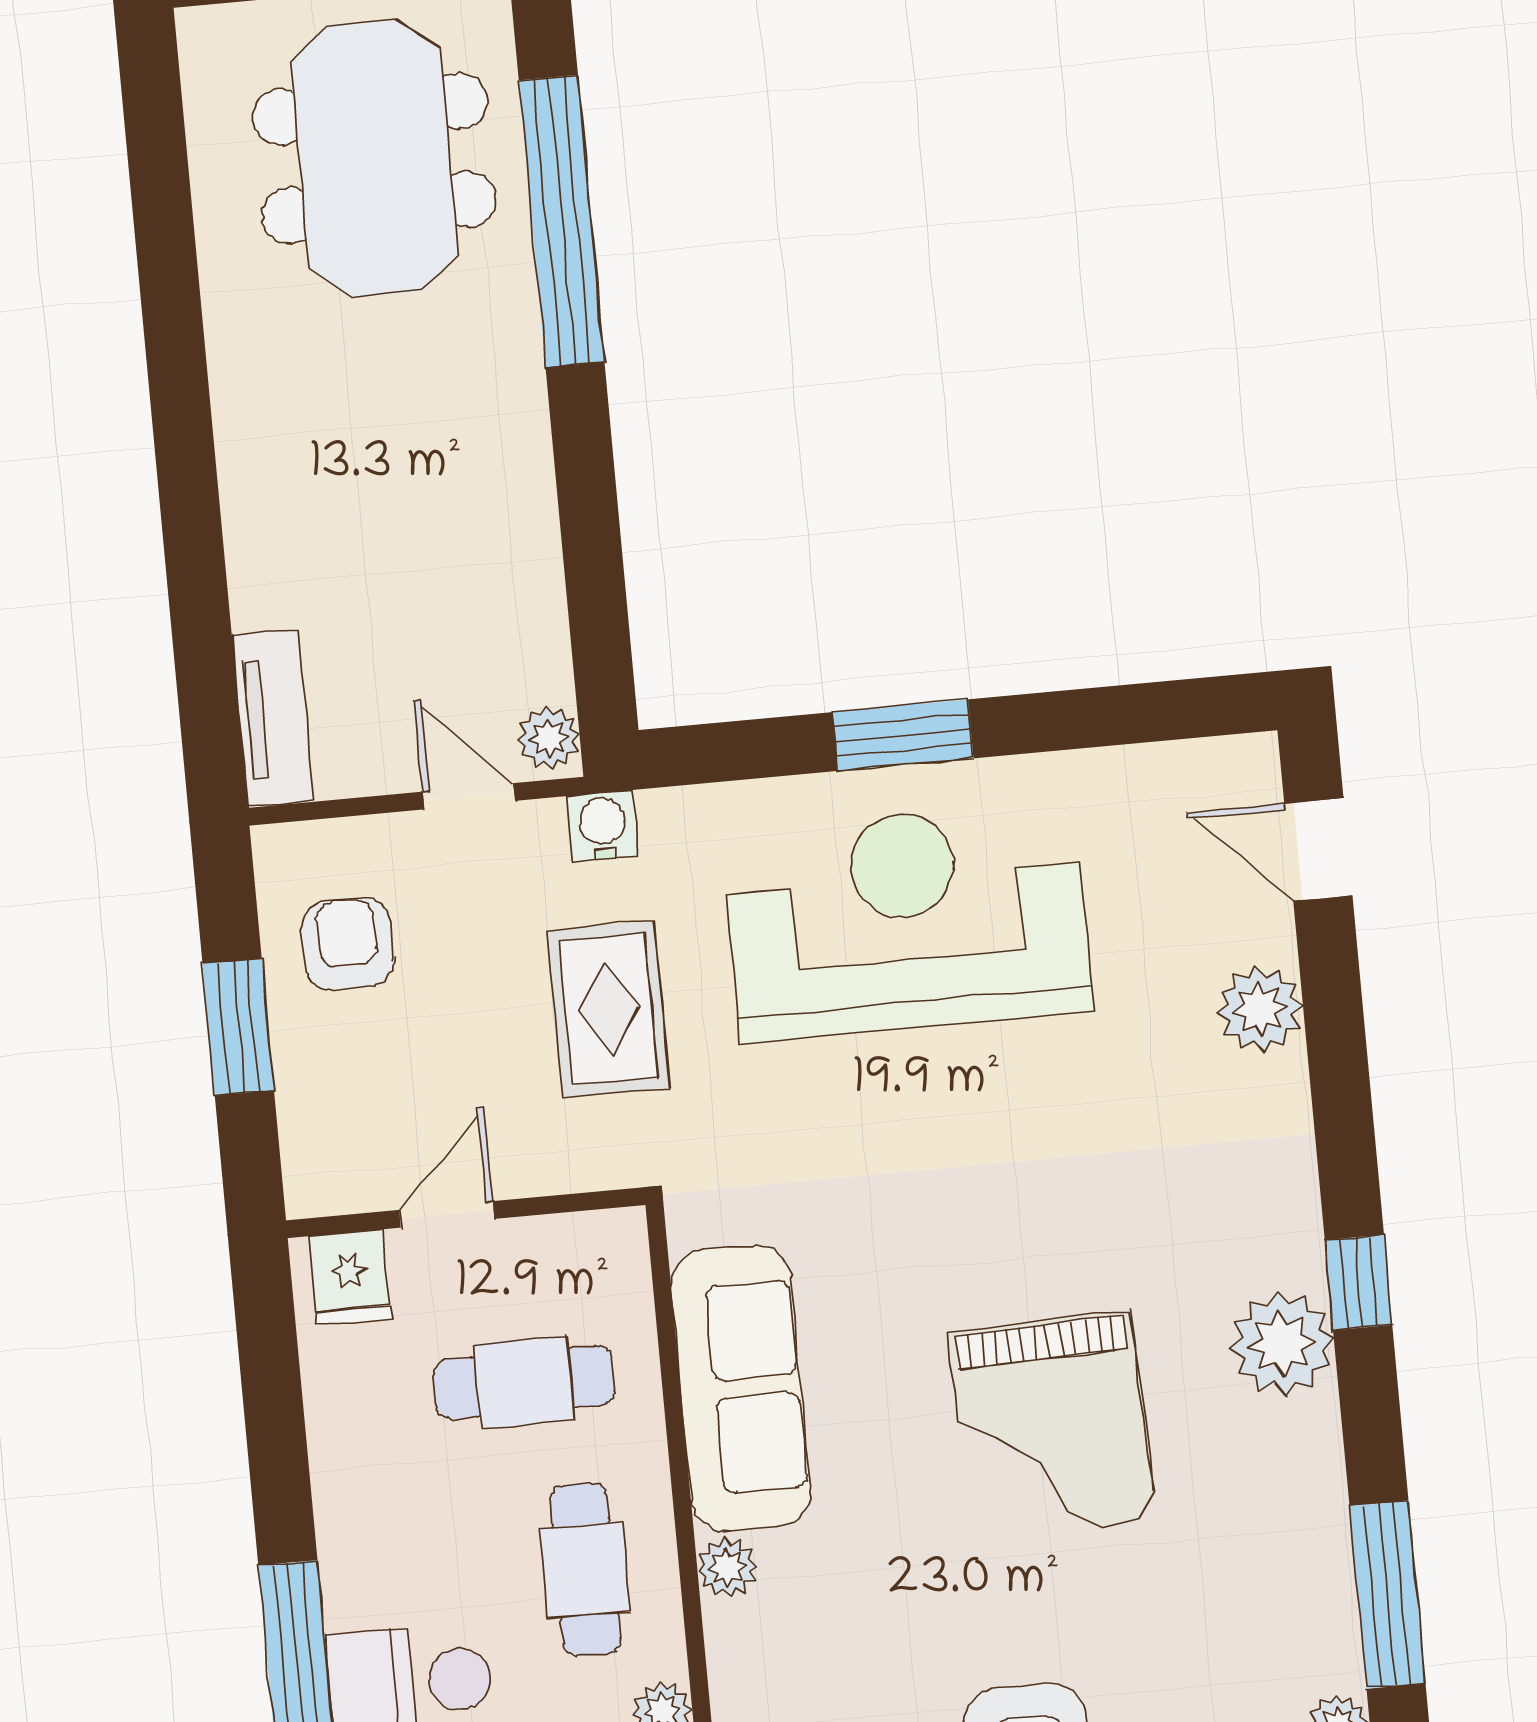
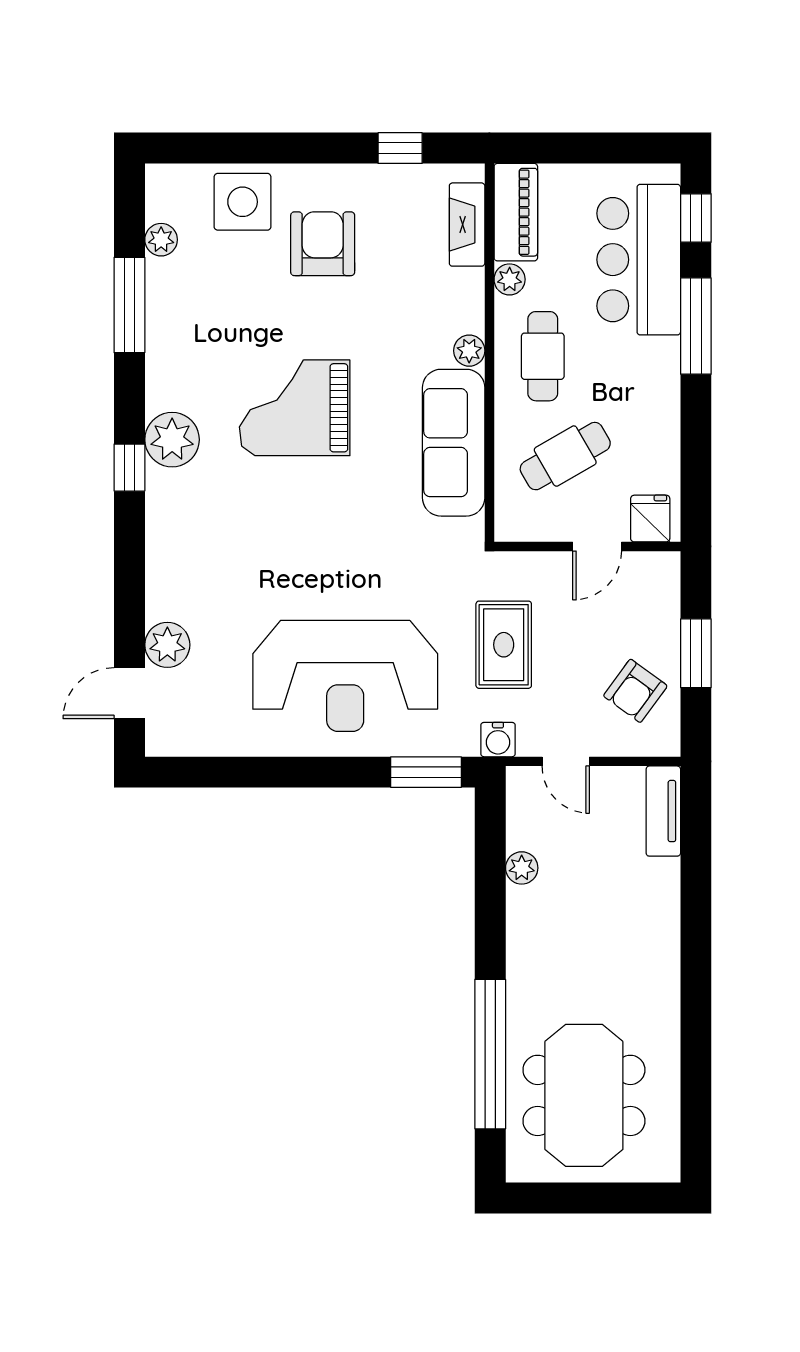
window: (903, 735) -> (426, 772), moved
plant: (549, 738) -> (522, 868), moved
door: (1318, 849) -> (129, 693), swing flipped
armchair: (348, 944) -> (635, 691), turned 36
plant: (1260, 1009) -> (167, 645), moved
cafe table: (524, 1382) -> (565, 456), turned -30
grand piano: (1052, 1427) -> (295, 408), turned -88

